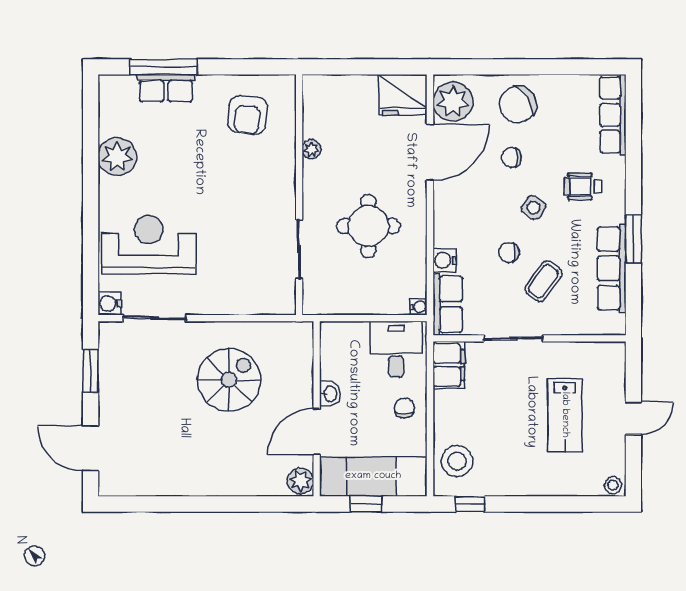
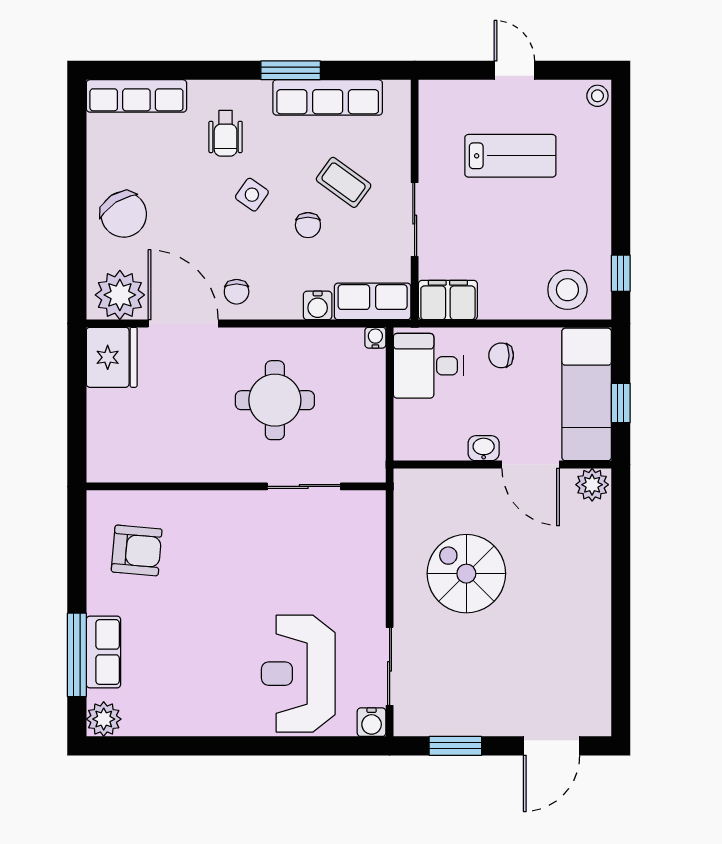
plant: (311, 149) -> (179, 471), removed
plant: (117, 157) -> (104, 719), moved, width x0.73, depth x0.73
chair: (511, 157) -> (237, 292), moved

